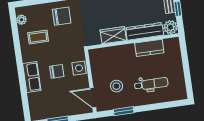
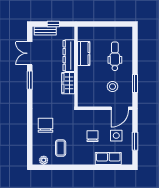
plant: (170, 27) -> (68, 33), removed
side table: (79, 68) -> (116, 136), moved
row of seats: (32, 77) -> (108, 158), moved

